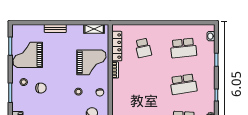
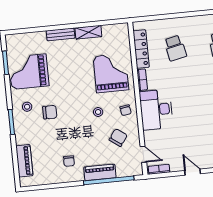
shelving: (94, 29) -> (88, 32), moved
grand piano: (91, 62) -> (111, 73), turned -90
desk: (124, 94) -> (156, 110), added

